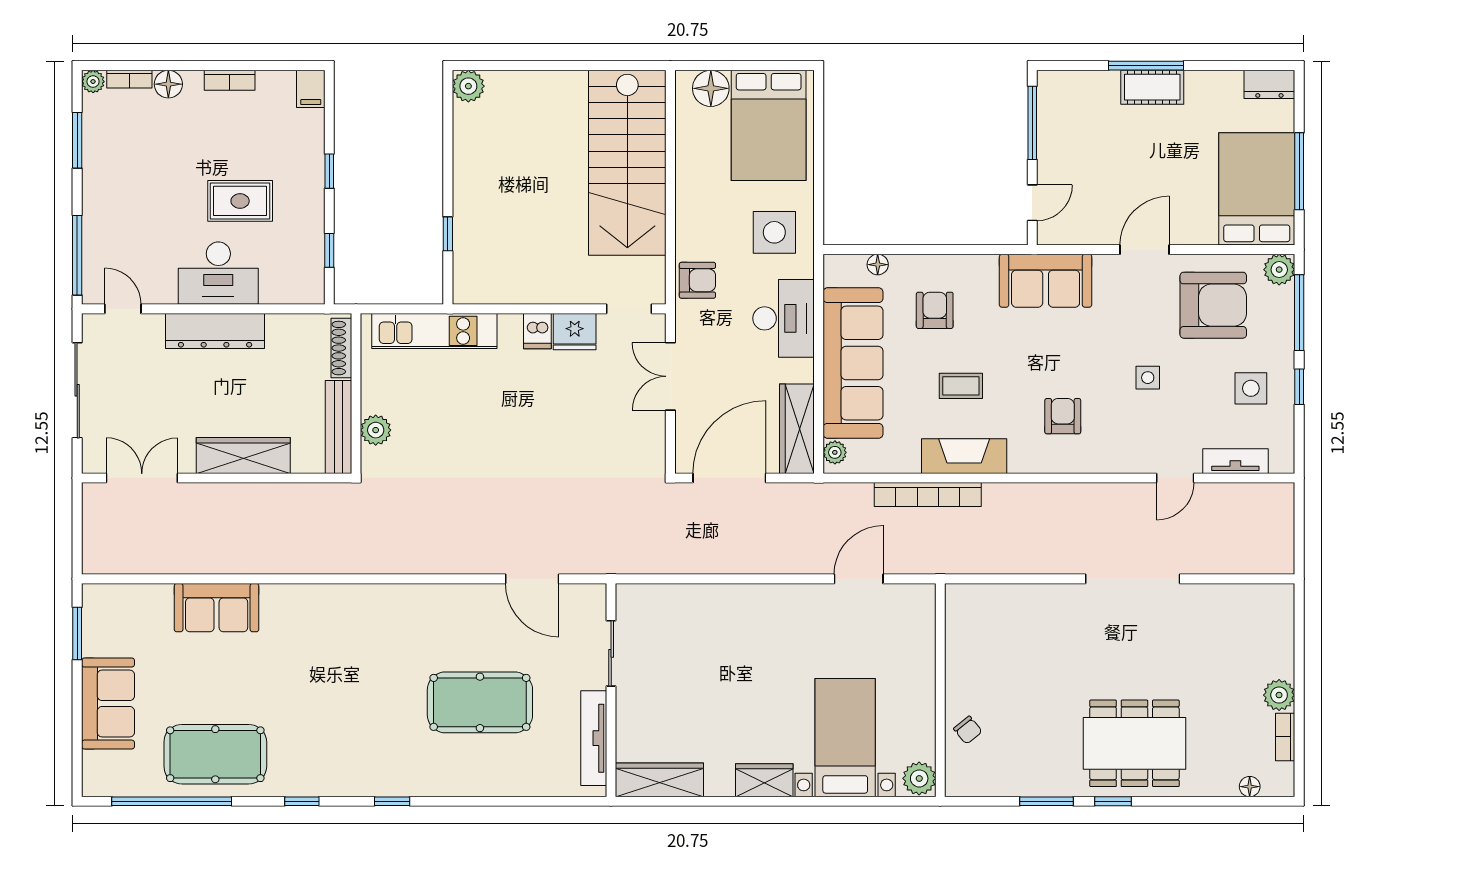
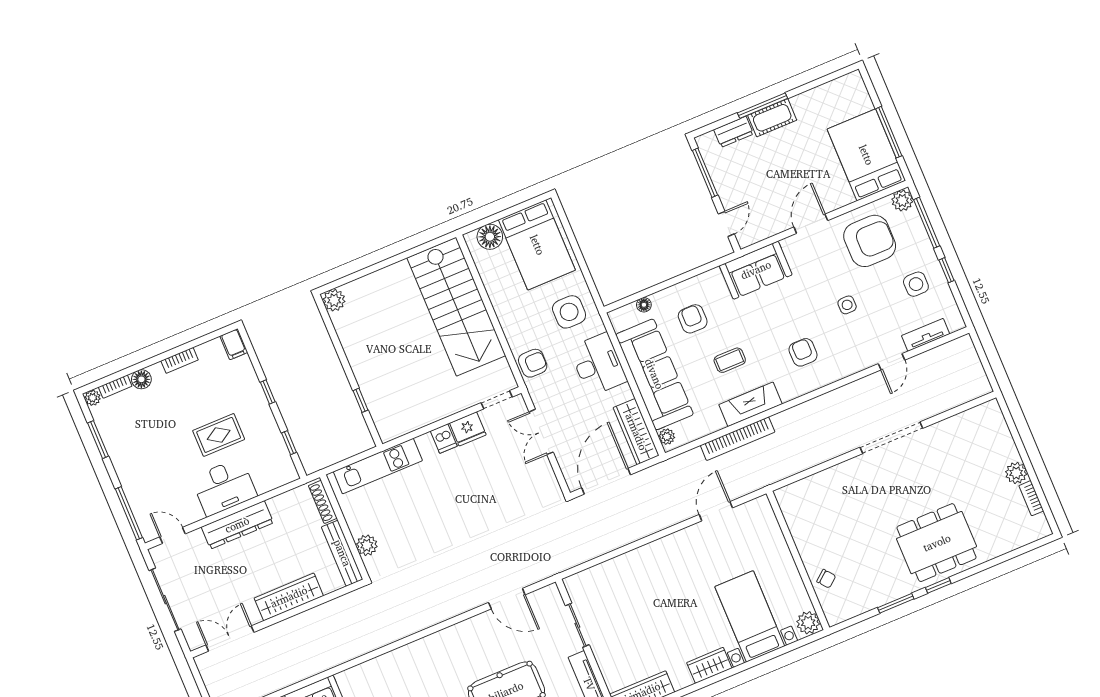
dresser: (1269, 84) -> (734, 132), moved
floor lamp: (1250, 787) -> (1022, 539), removed

